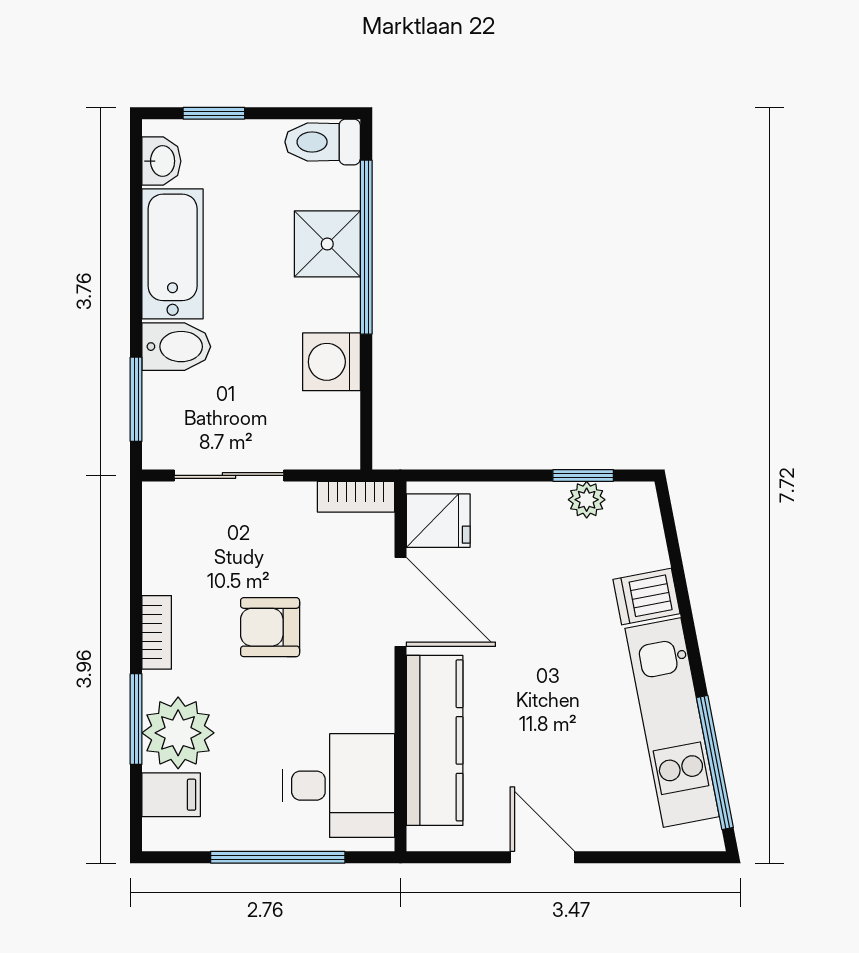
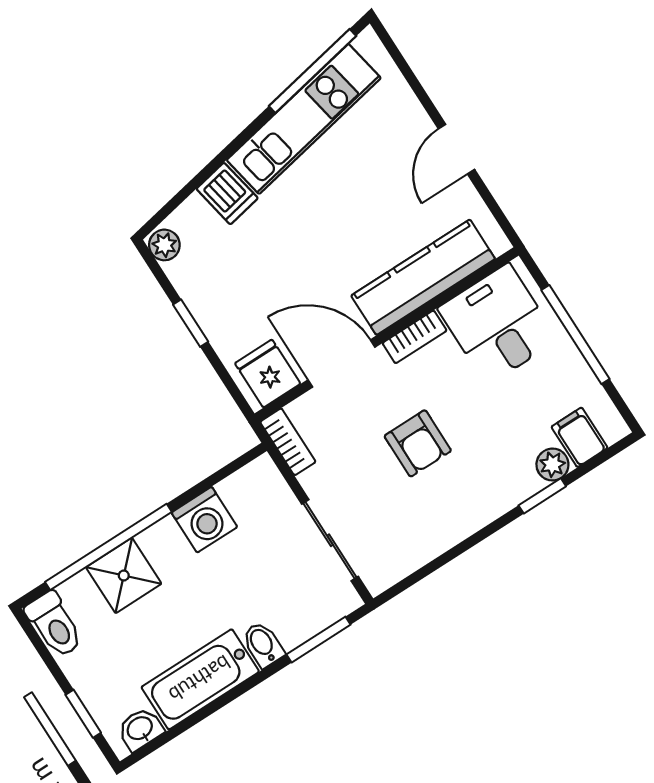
bidet: (176, 347) -> (263, 644), width x0.72, depth x0.74
window: (583, 475) -> (191, 323), moved
plant: (587, 500) -> (164, 245), moved
door: (400, 602) -> (341, 363), hinge flipped
bookcase: (157, 632) -> (415, 337), moved, turned 180
window: (136, 719) -> (542, 496), width x0.67
plant: (178, 733) -> (552, 465), width x0.53, depth x0.53

